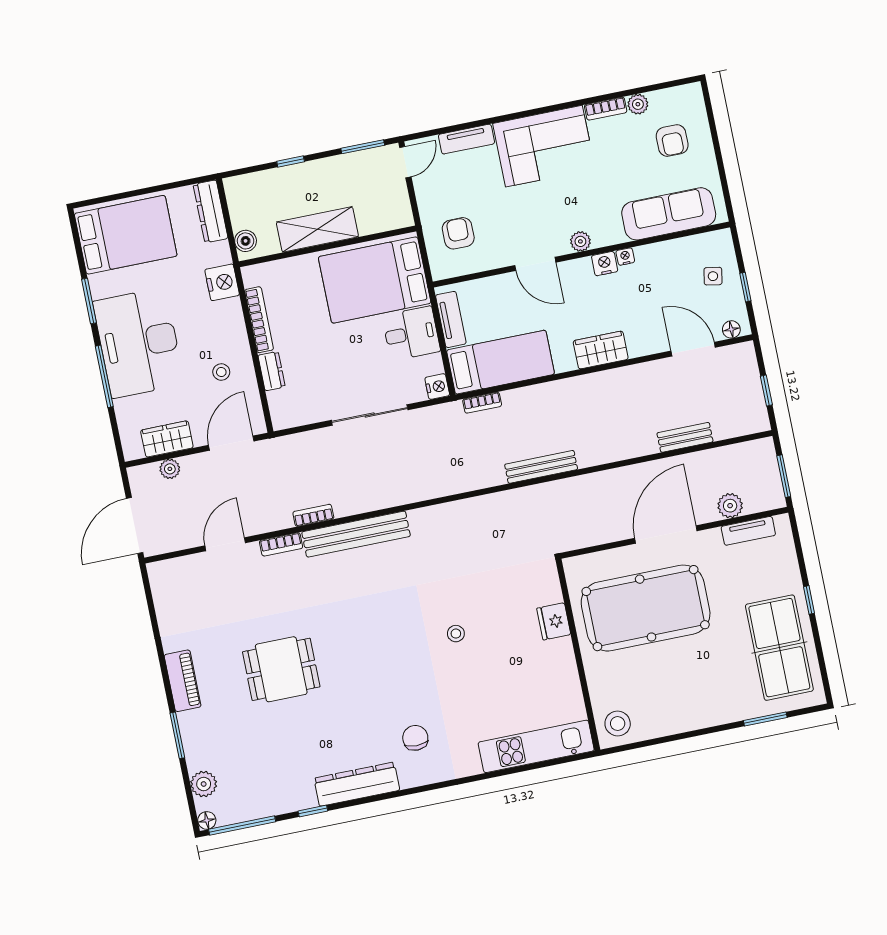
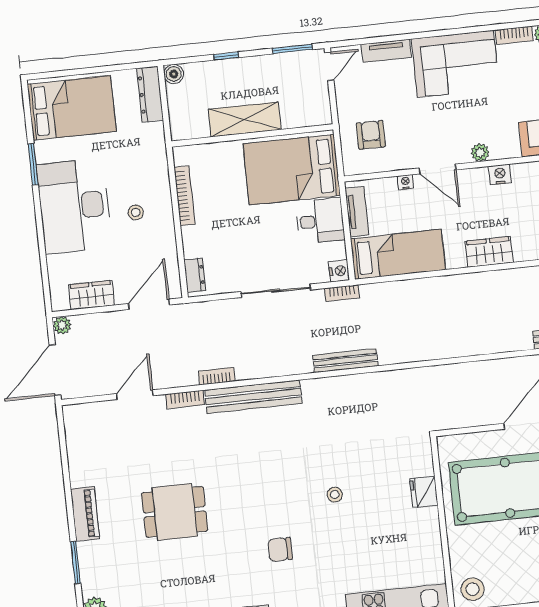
boiler: (246, 241) -> (174, 74), moved
nightstand: (625, 257) -> (405, 182), moved
nightstand: (222, 282) -> (154, 159), removed
dresser: (272, 371) -> (195, 275), moved
stool: (221, 372) -> (136, 212), moved
window: (104, 376) -> (40, 233), removed
bookcase: (482, 403) -> (342, 293), moved
bench: (541, 467) -> (345, 361), moved
plant: (170, 469) -> (62, 325), moved
chair: (415, 738) -> (280, 549), moved, turned -90

